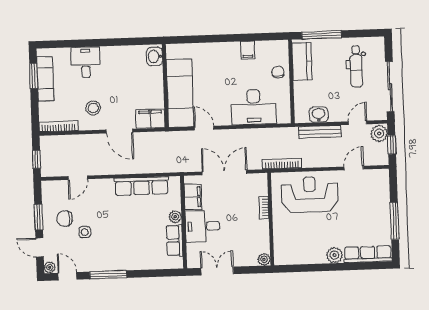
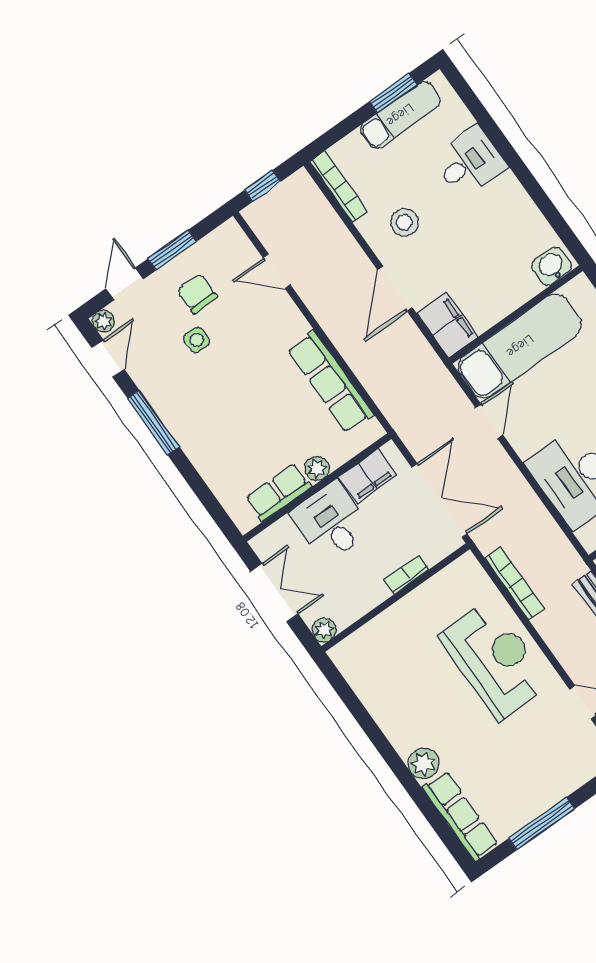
bookcase: (264, 208) -> (407, 575), moved
wall: (271, 219) -> (396, 598), moved
plant: (264, 259) -> (324, 630), moved

